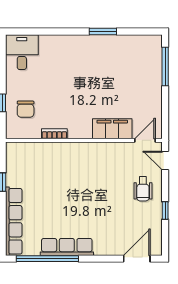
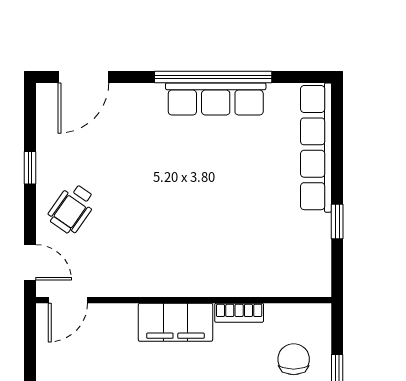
filing cabinet: (112, 129) -> (175, 322), moved
wheelchair: (143, 189) -> (72, 209), turned -145
window: (47, 259) -> (213, 77), moved

